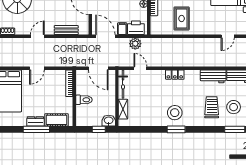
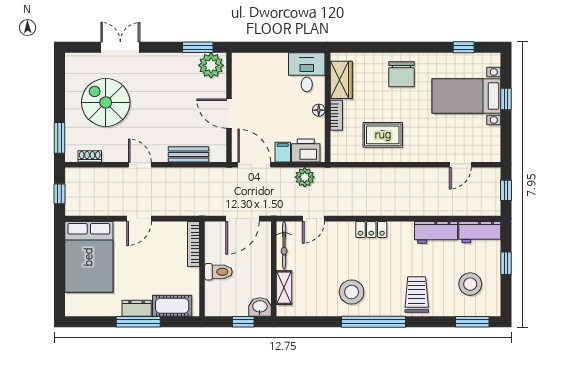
rug: (182, 18) -> (383, 135), turned 90
door: (37, 36) -> (140, 165), hinge flipped
door: (98, 68) -> (243, 219), hinge flipped
door: (140, 68) -> (313, 219), swing flipped
trolley: (212, 107) -> (417, 295), moved
stool: (175, 113) -> (352, 292), moved
window: (176, 129) -> (373, 322), width x2.11

